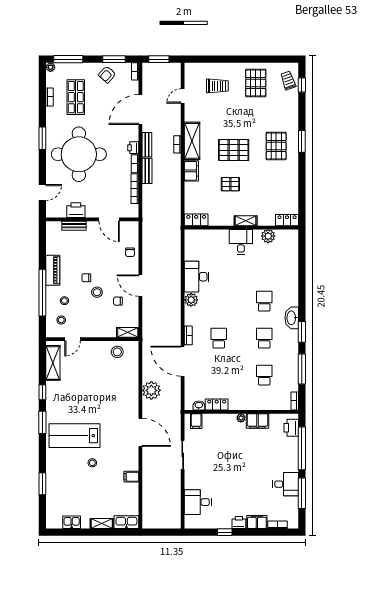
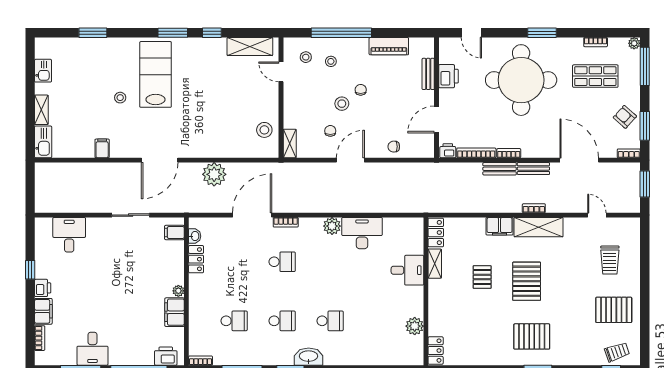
printer: (133, 148) -> (448, 151), moved
shelving: (246, 221) -> (435, 264), moved
desk: (241, 242) -> (407, 270), moved
piano: (53, 270) -> (389, 46), moved

